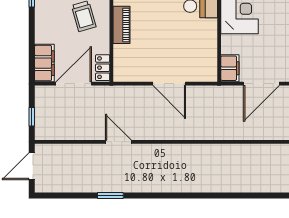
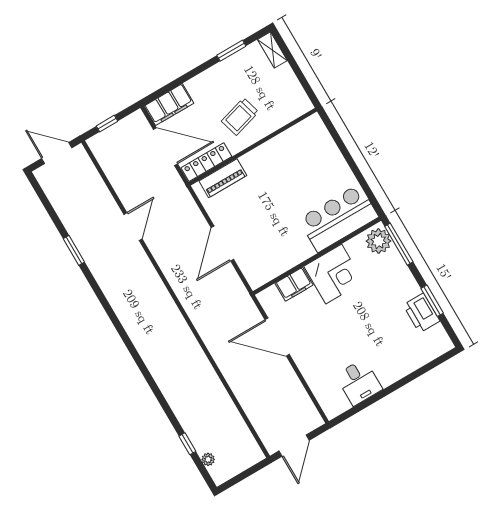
piano: (122, 25) -> (223, 178), moved
locker: (103, 68) -> (206, 162), width x1.53
filing cabinet: (230, 68) -> (294, 284), moved

